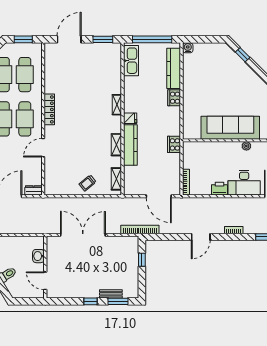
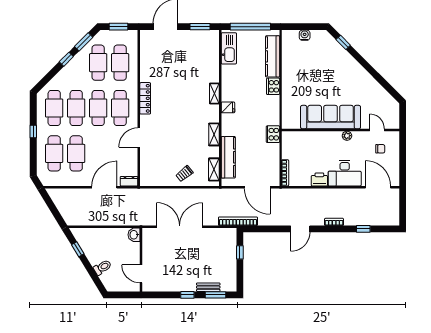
water cooler: (188, 48) -> (305, 35), moved
kitchen counter: (130, 145) -> (228, 157), moved
washbasin: (38, 256) -> (134, 235), moved

